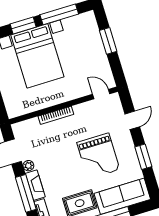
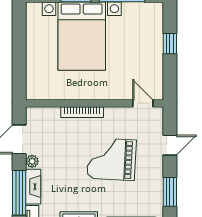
window: (108, 41) -> (170, 44), width x0.67
grand piano: (98, 156) -> (112, 159), moved, turned 93

